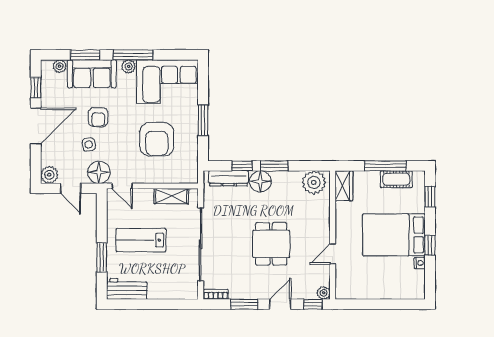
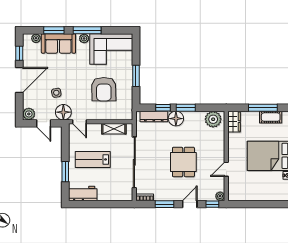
armchair: (98, 117) -> (63, 74), removed

